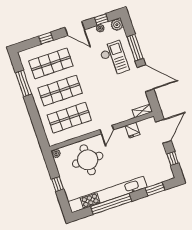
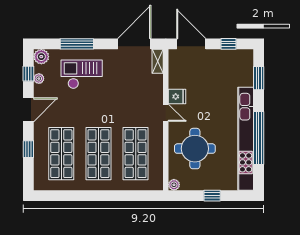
door: (145, 78) -> (134, 44), moved
window: (24, 83) -> (74, 196), removed
fridge: (133, 130) -> (177, 96), moved

